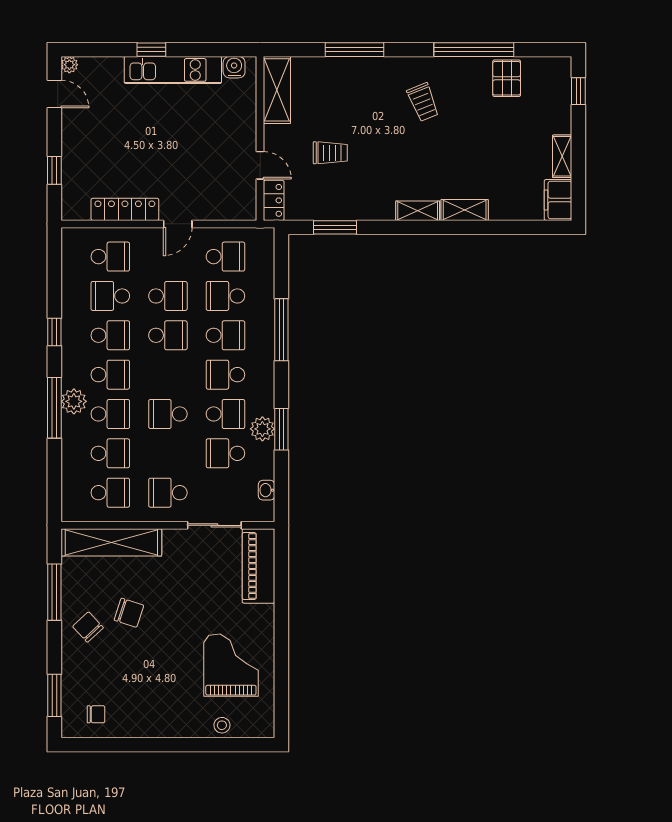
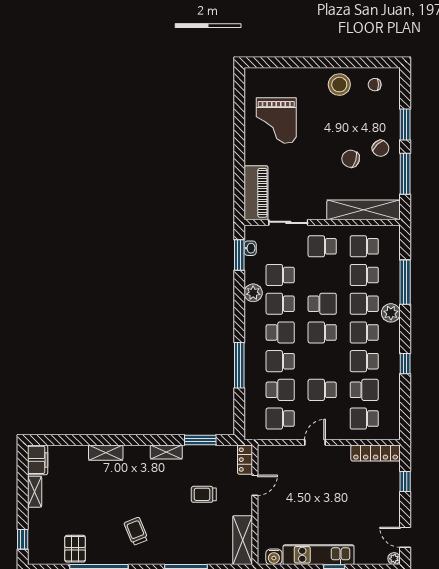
door: (260, 165) -> (255, 485), swing flipped
locker: (125, 209) -> (376, 453), moved
shelving: (418, 211) -> (166, 452), moved
school desk: (168, 335) -> (322, 332), moved
window: (54, 408) -> (405, 282), moved
window: (281, 429) -> (239, 255), moved
school desk: (225, 453) -> (280, 275), turned 180
school desk: (168, 493) -> (322, 246), turned 180
window: (54, 695) -> (405, 125), moved
stool: (222, 725) -> (339, 85), moved, width x1.89, depth x1.89

